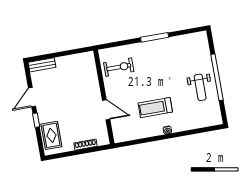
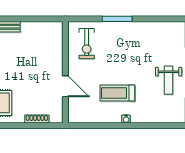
window: (155, 37) -> (117, 19), moved
exercise bike: (119, 67) -> (87, 44), turned 90

